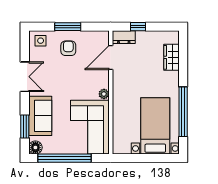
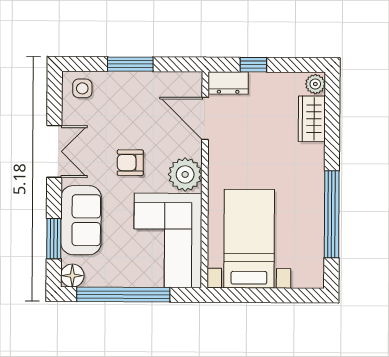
plant: (173, 37) -> (315, 84), added
armchair: (68, 48) -> (130, 163), moved, turned -90
door: (111, 57) -> (205, 118), hinge flipped
plant: (104, 94) -> (185, 174), width x1.87, depth x1.87
bed with nightstands: (155, 126) -> (249, 239), moved

